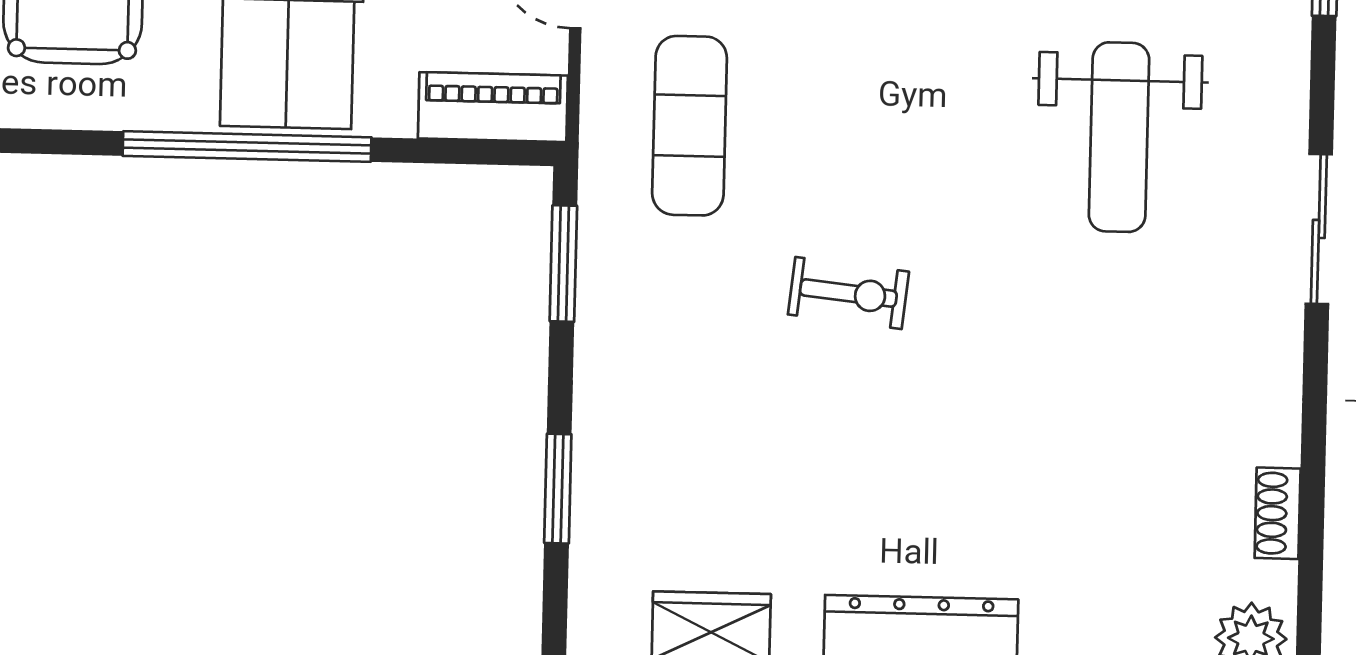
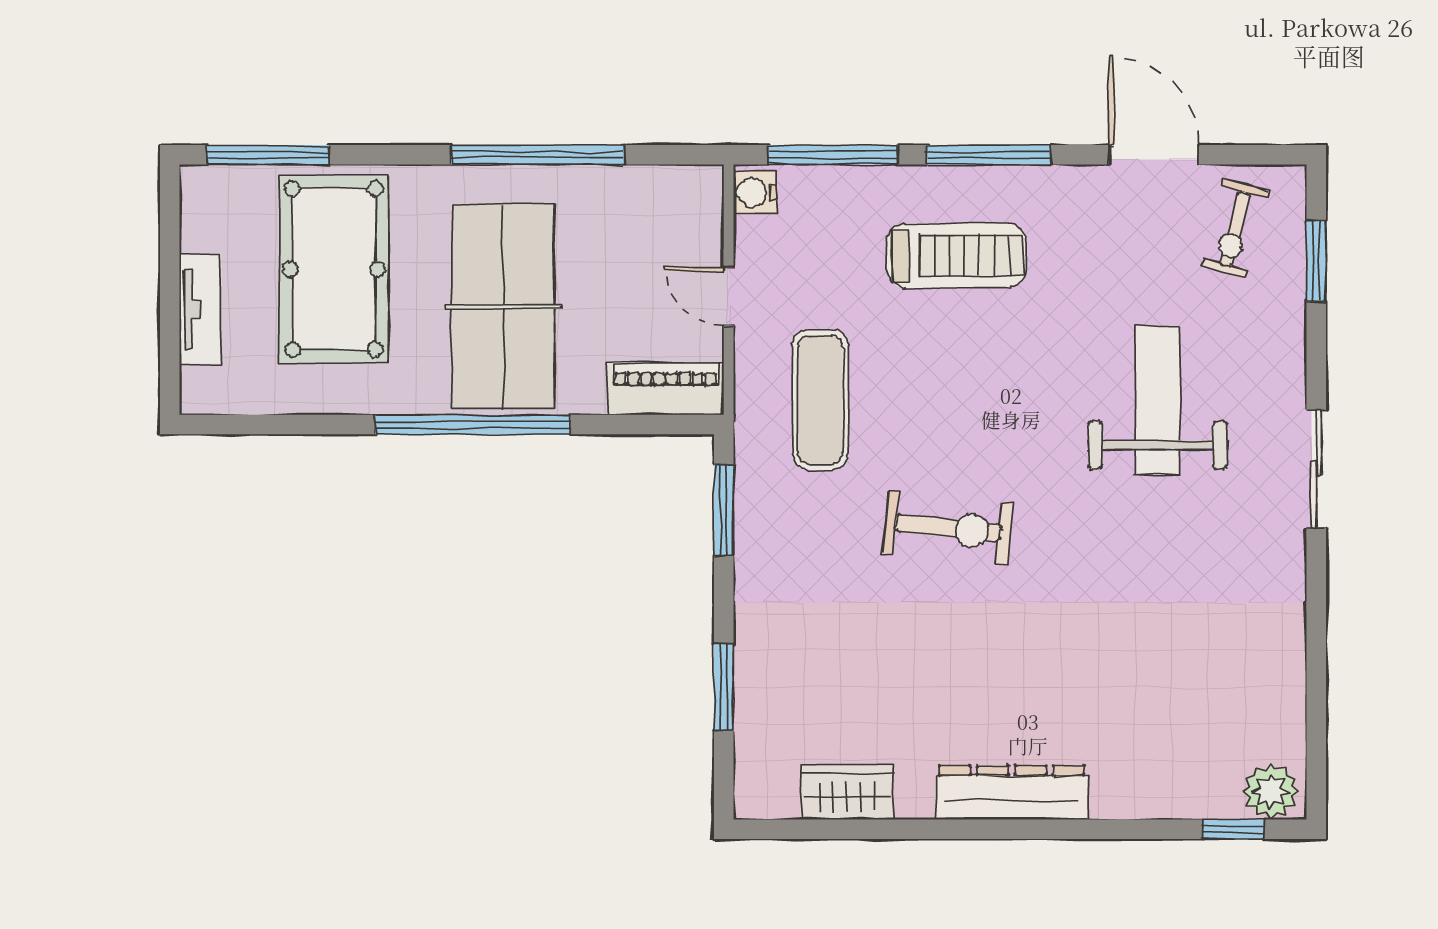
weight bench: (1119, 137) -> (1158, 400), turned 180
exercise bike: (848, 293) -> (948, 528), width x1.38, depth x1.39
shoe rack: (1278, 513) -> (1289, 693), removed

